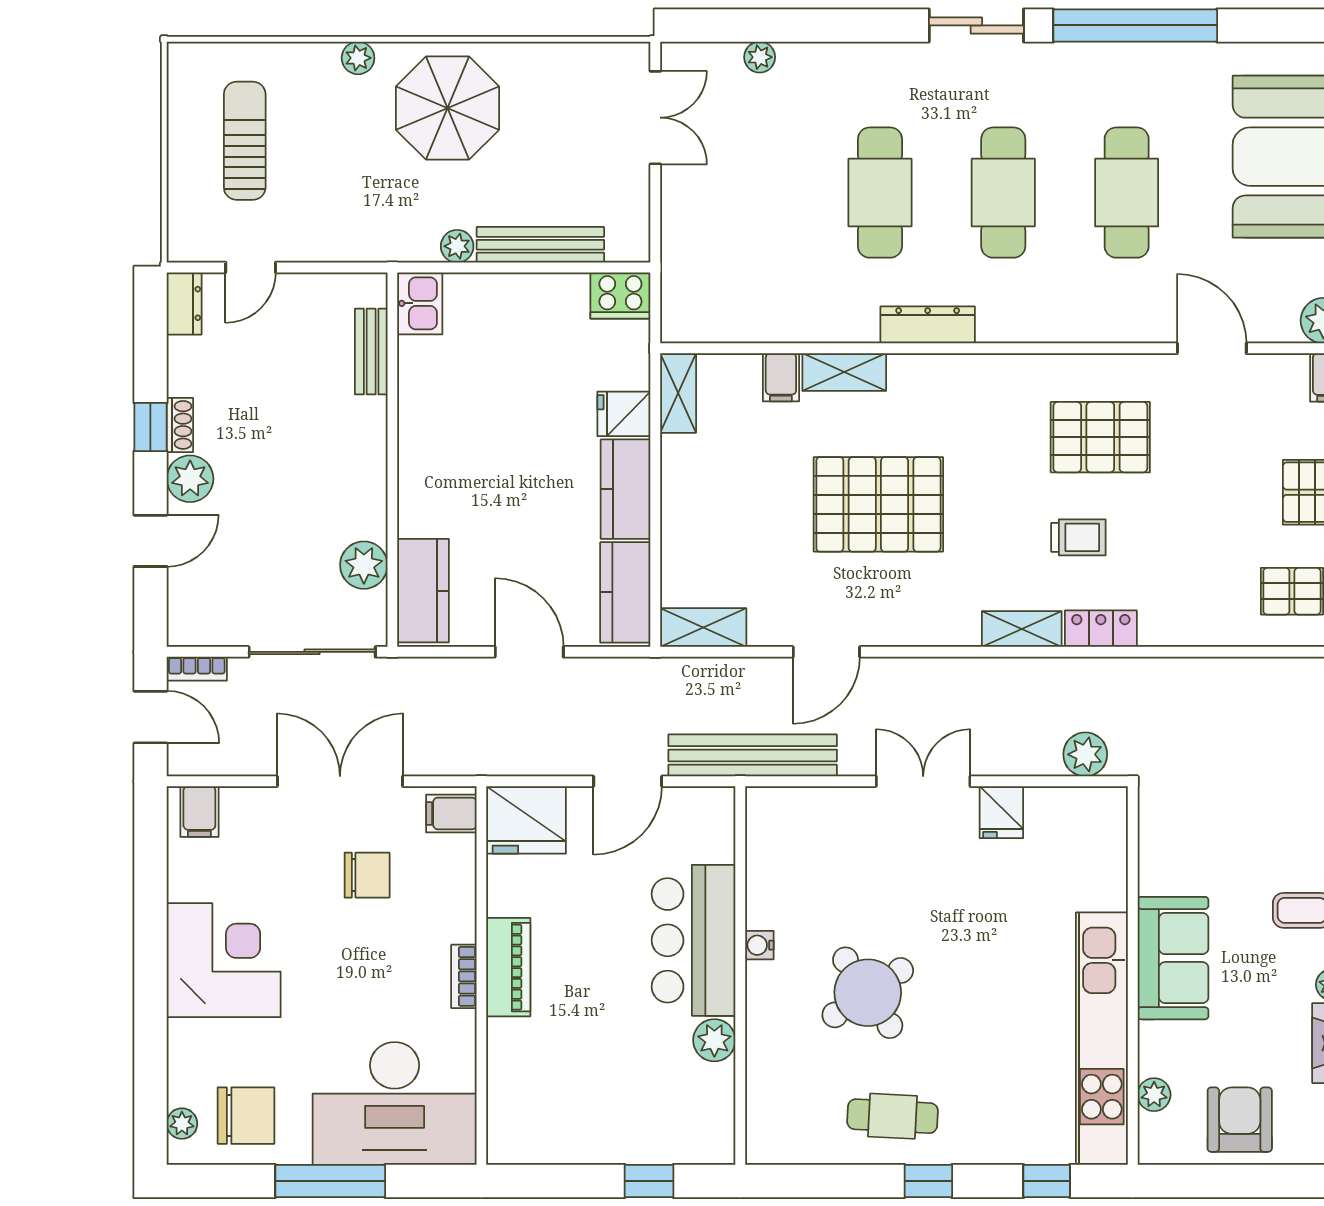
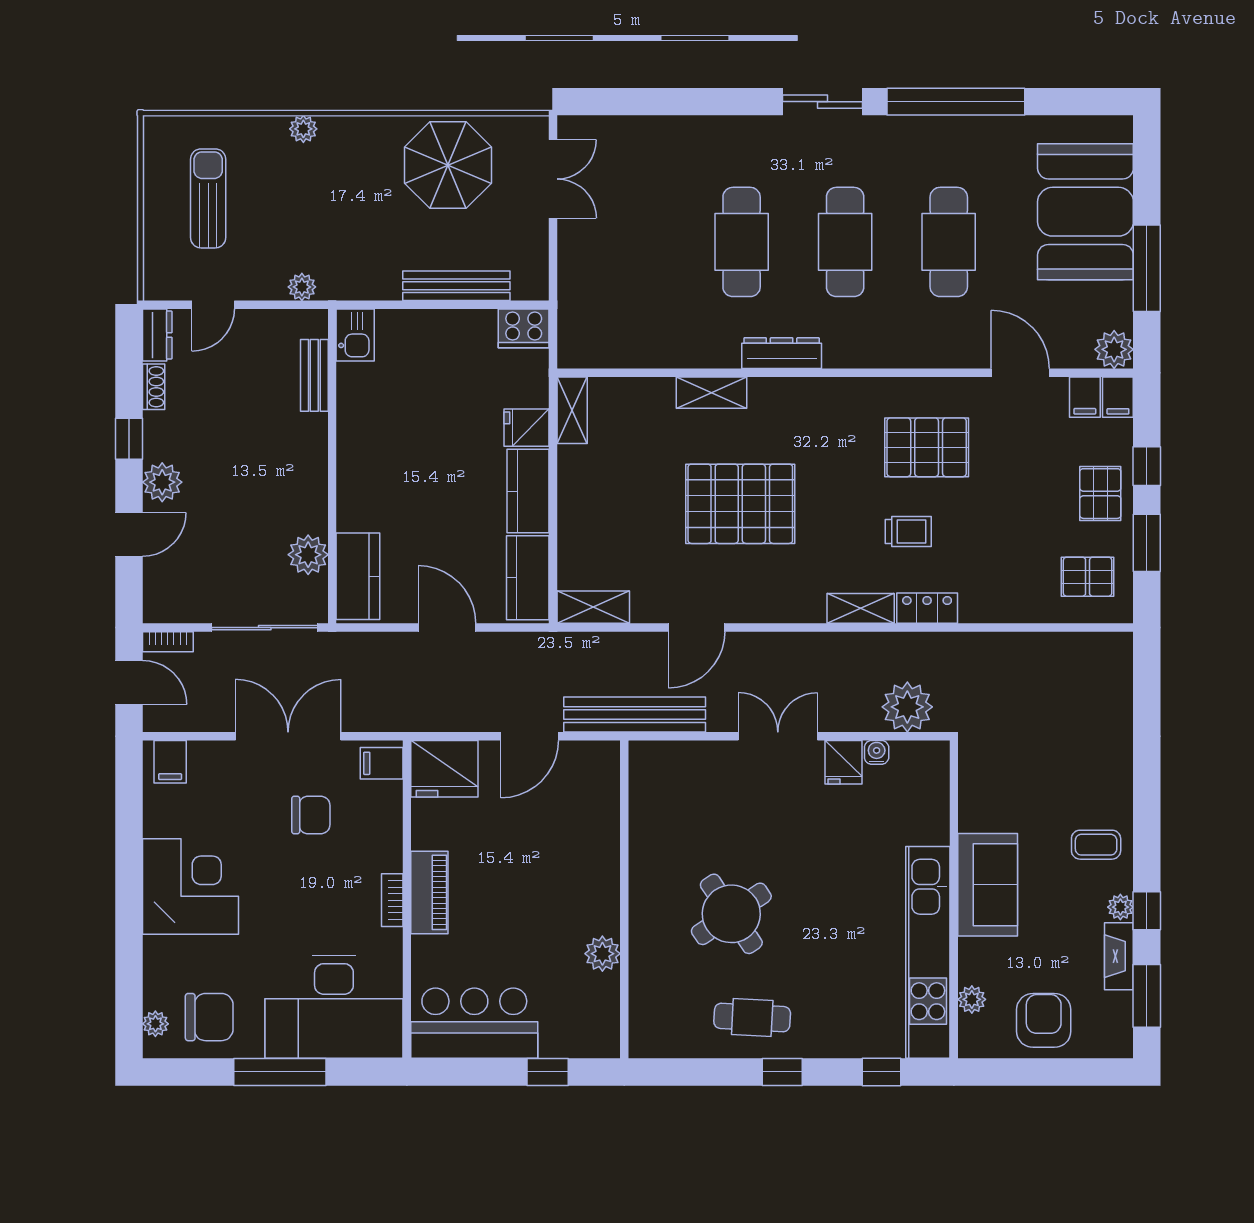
plant: (760, 57) -> (641, 128), removed
parasol: (447, 108) -> (448, 165), moved
plant: (457, 246) -> (302, 287), moved
filing cabinet: (781, 377) -> (1085, 397), moved
shoe rack: (180, 425) -> (154, 387), moved
plant: (1085, 754) -> (907, 707), width x1.36, depth x1.36
bar counter: (694, 940) -> (474, 1023), moved, turned 90
water cooler: (759, 945) -> (877, 752), moved, turned 90

